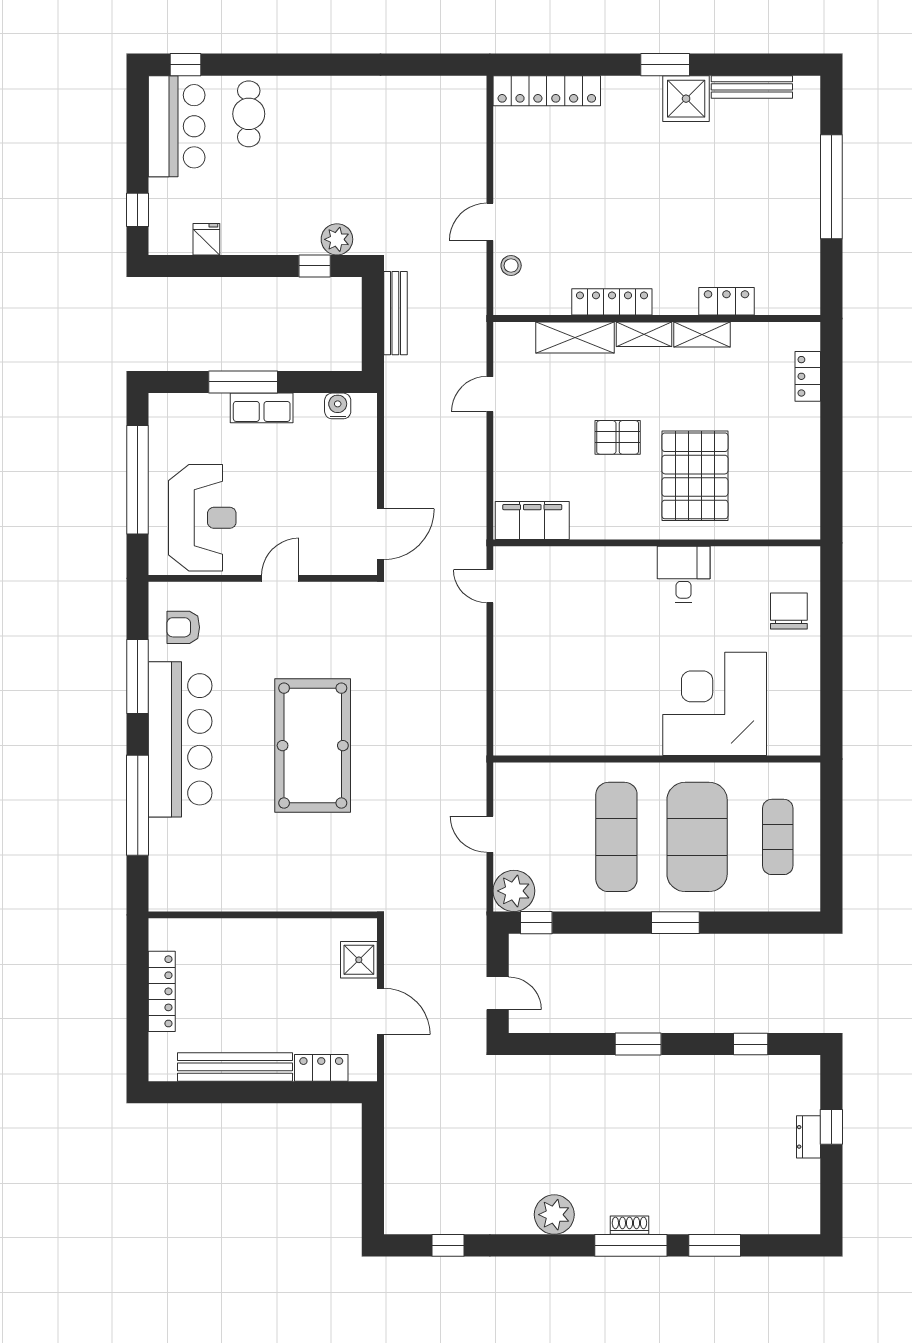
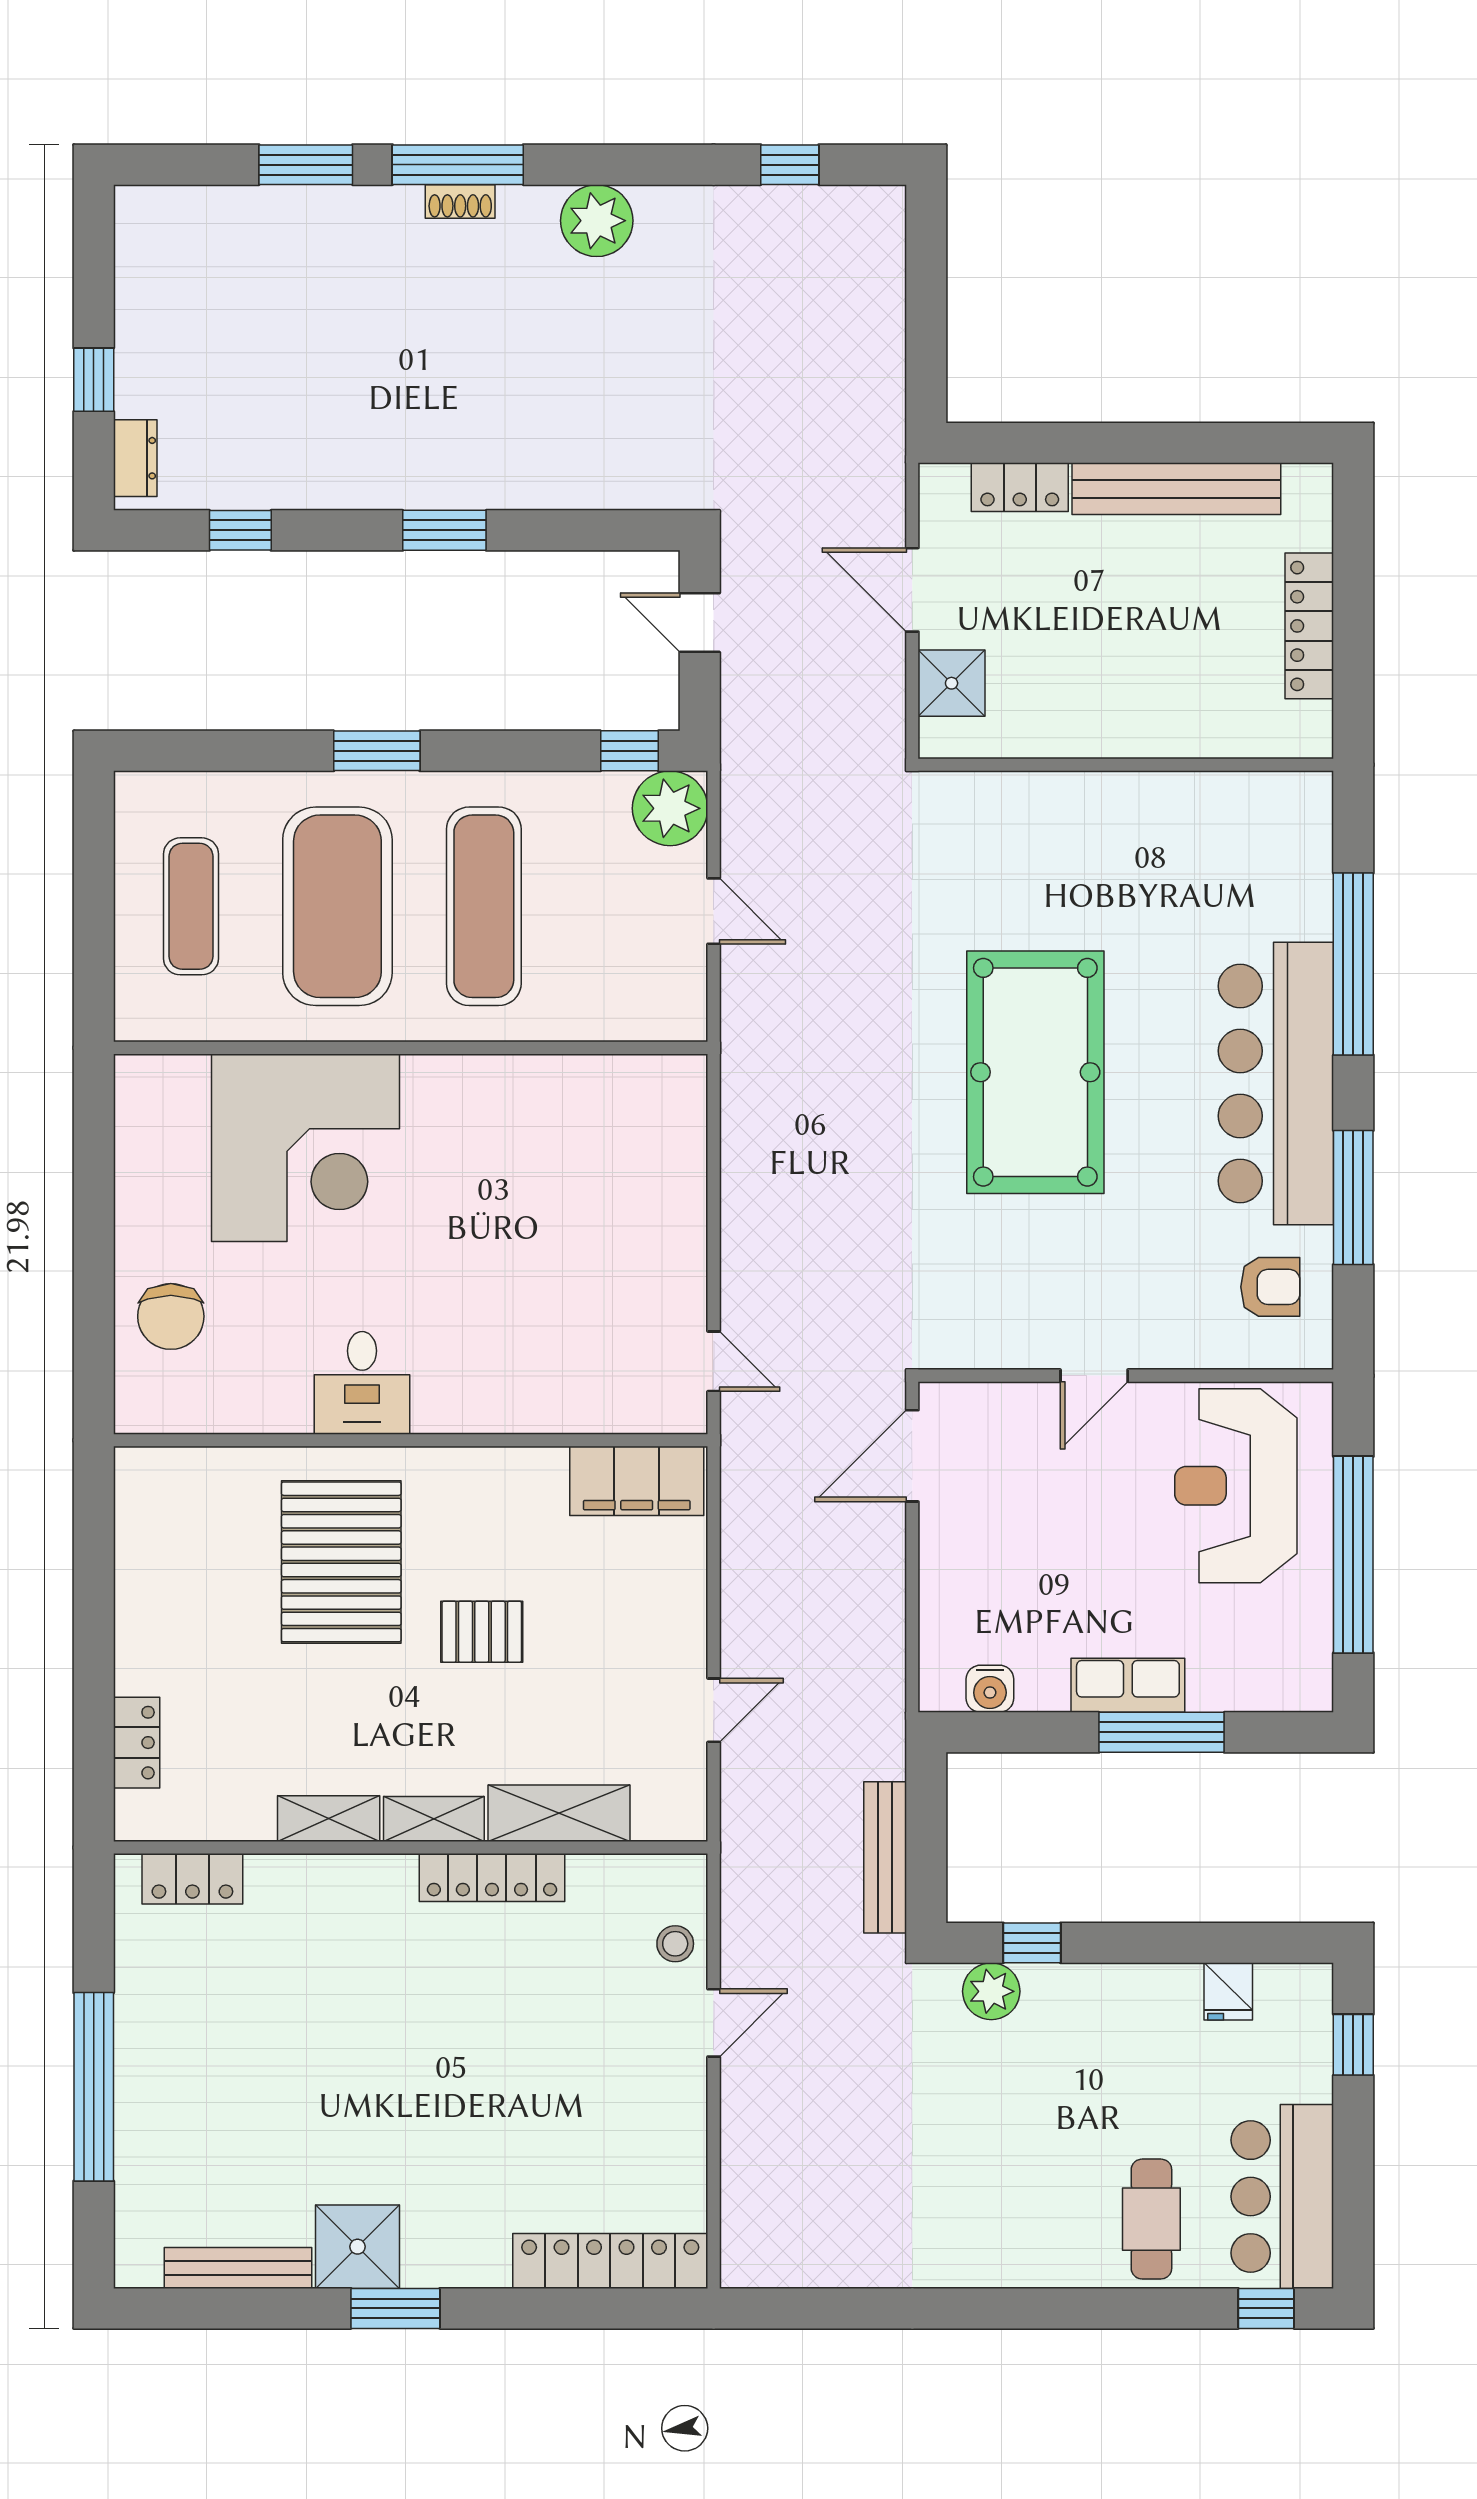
locker: (726, 301) -> (192, 1879), moved
dresser: (808, 1137) -> (135, 458), moved

